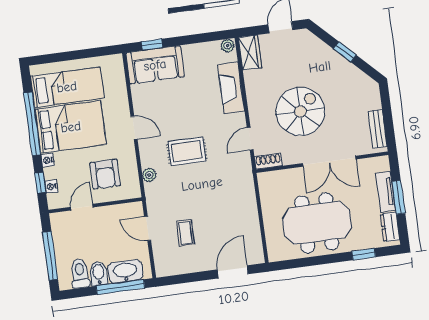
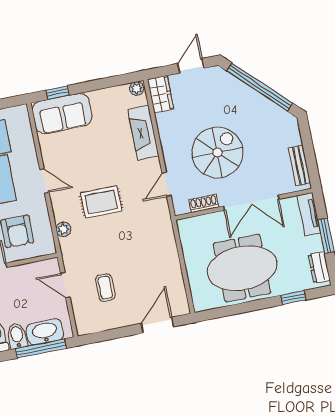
window: (345, 52) -> (260, 87), width x3.17
shoe rack: (268, 161) -> (204, 203), moved
tv unit: (386, 192) -> (309, 214), moved

